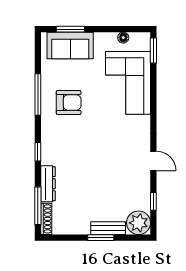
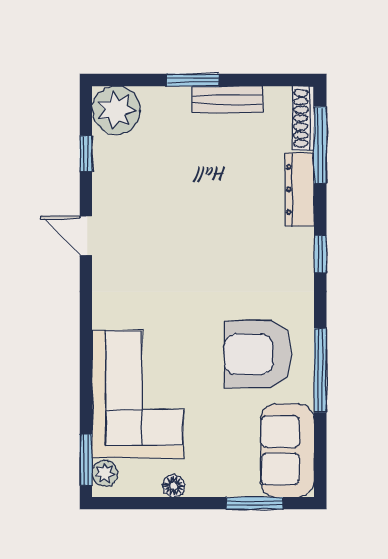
floor lamp: (123, 38) -> (174, 486), moved
plant: (144, 44) -> (105, 473), added
sofa: (70, 45) -> (287, 450), moved, turned -90
armchair: (69, 103) -> (258, 354), width x1.36, depth x1.36
bench: (108, 228) -> (227, 99), moved

